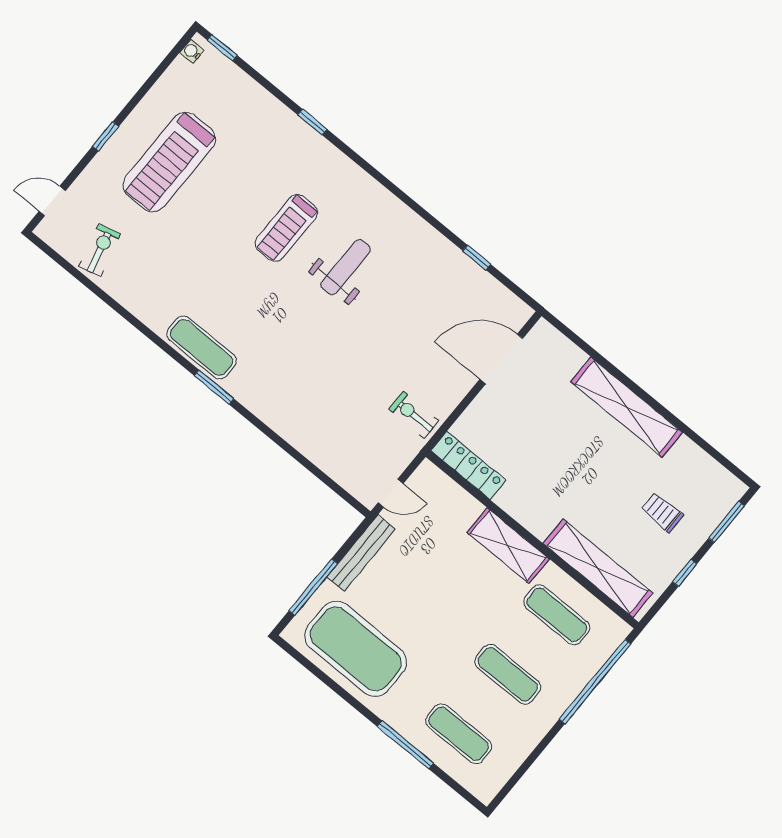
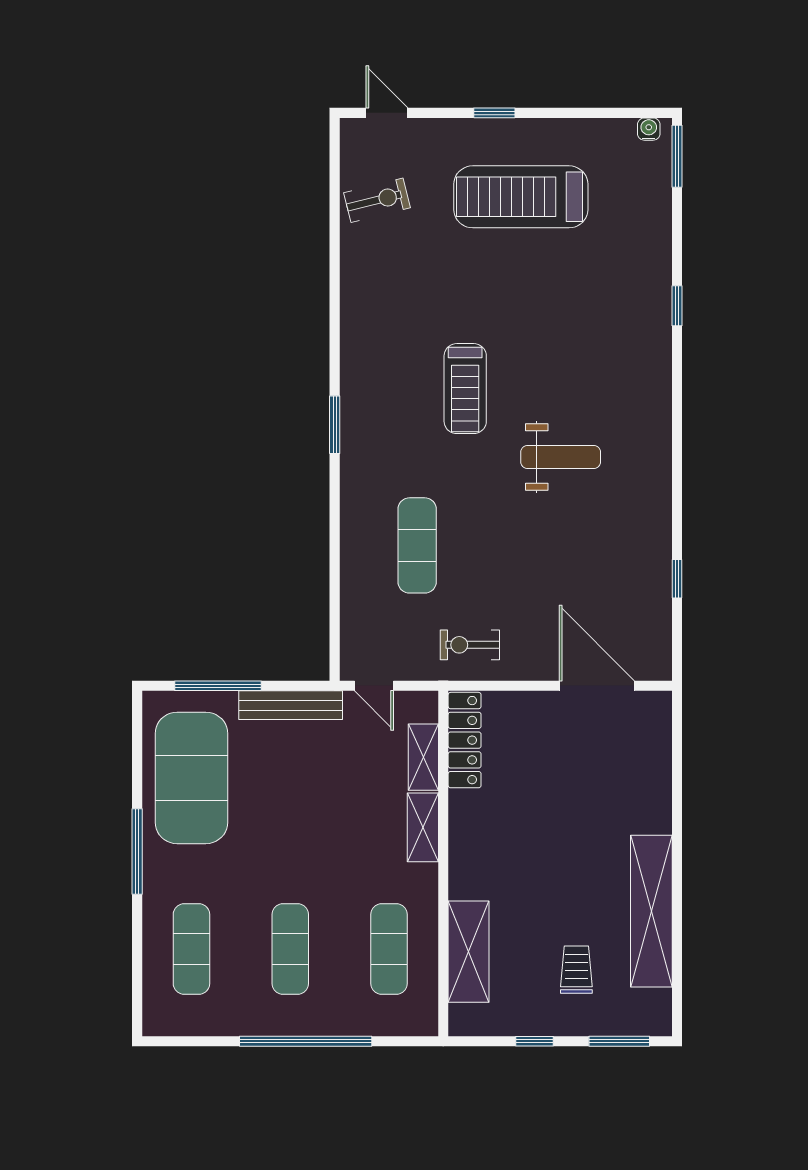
window: (222, 48) -> (677, 156), width x1.50
treadmill: (286, 228) -> (465, 389), moved, turned -90
exercise mat: (201, 347) -> (417, 545), moved
shelving: (627, 407) -> (651, 911), moved
exercise bike: (414, 415) -> (470, 645), turned -90
shelving: (458, 499) -> (423, 757), added
shelving: (508, 546) -> (423, 827), width x0.67, depth x0.75
shelving: (598, 568) -> (469, 952), width x0.68
window: (595, 682) -> (306, 1041), moved
window: (405, 745) -> (137, 852), moved

